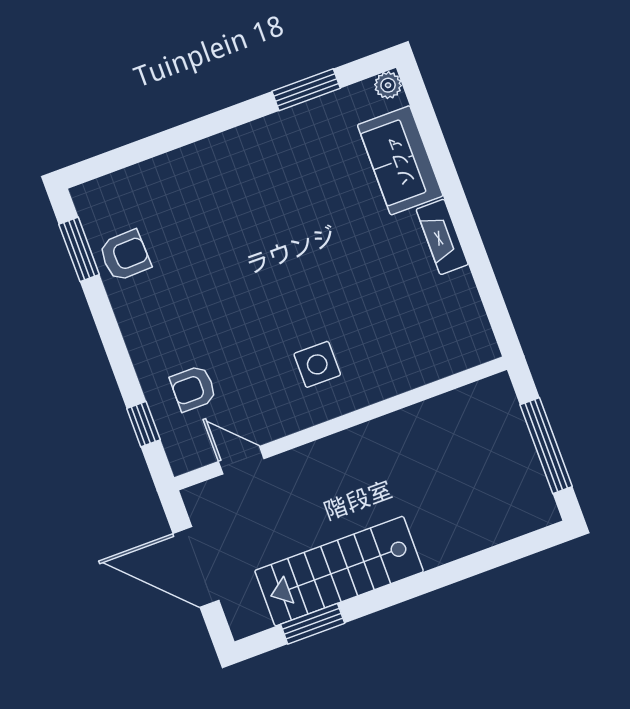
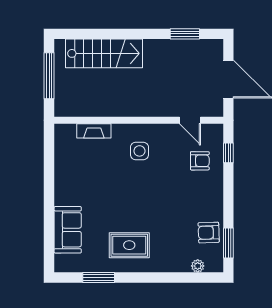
plant: (388, 85) -> (198, 266), moved
rug: (270, 174) -> (129, 245), added
fireplace: (442, 237) -> (94, 131), moved, turned 90
stairs: (339, 571) -> (104, 53), moved

